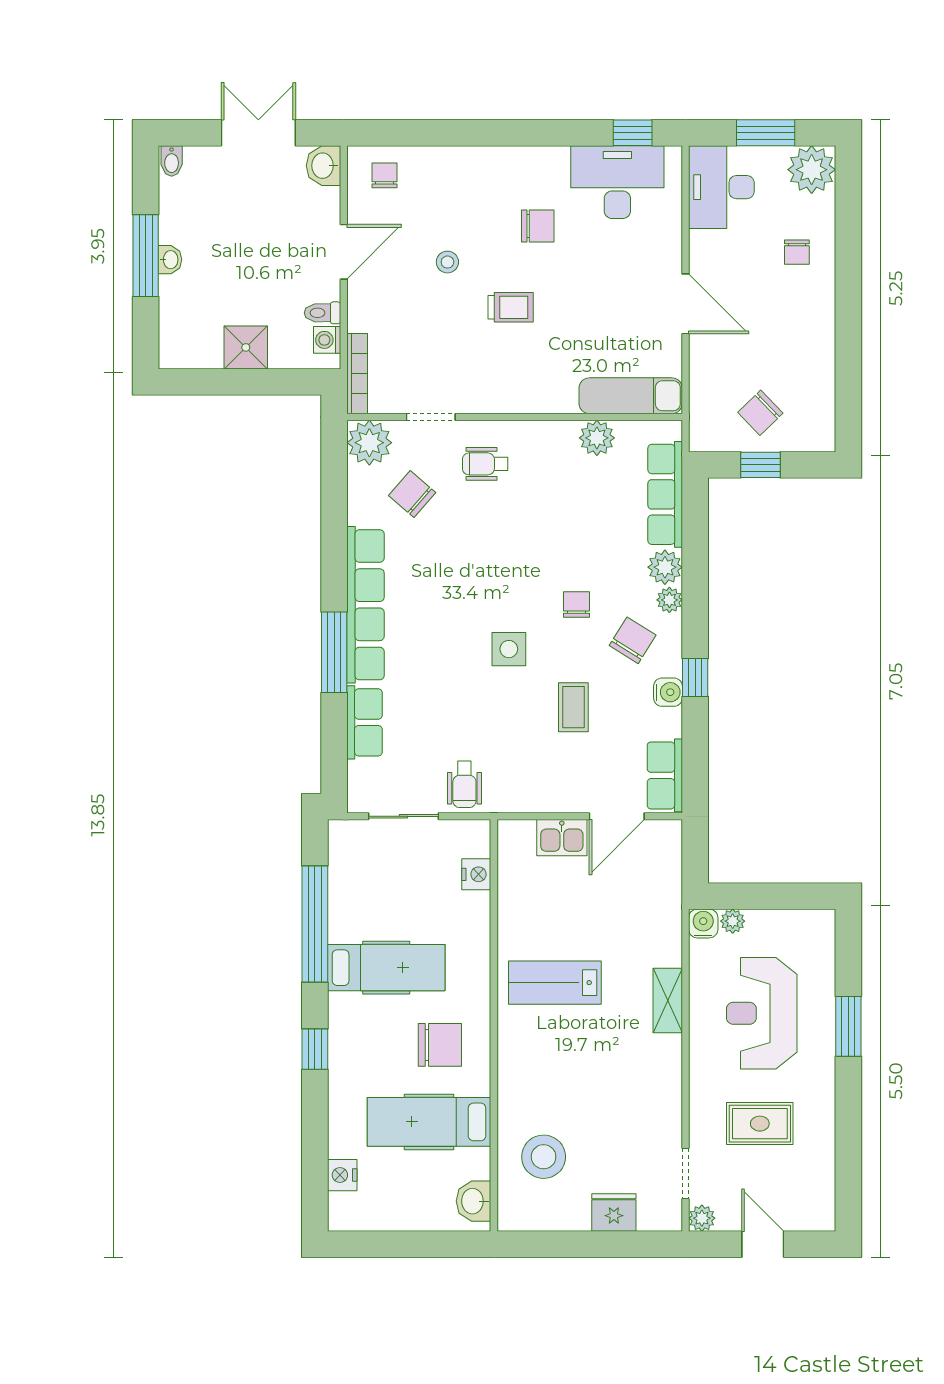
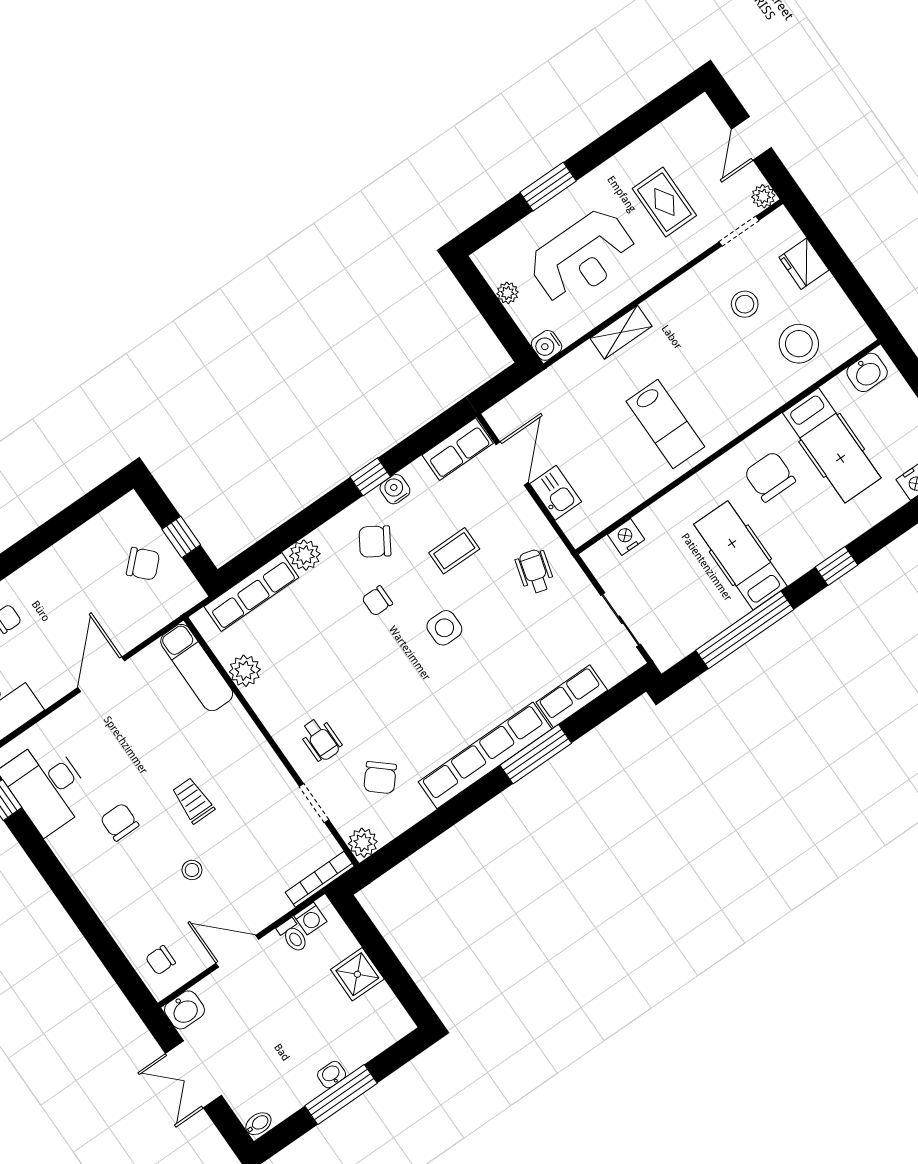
plant: (369, 443) -> (363, 843), width x0.73, depth x0.73
plant: (669, 600) -> (327, 535), removed
wheelchair: (464, 784) -> (535, 571), moved, turned -74
door: (617, 816) -> (512, 463), hinge flipped
plant: (733, 921) -> (507, 293), moved
stool: (615, 1132) -> (745, 304), added

